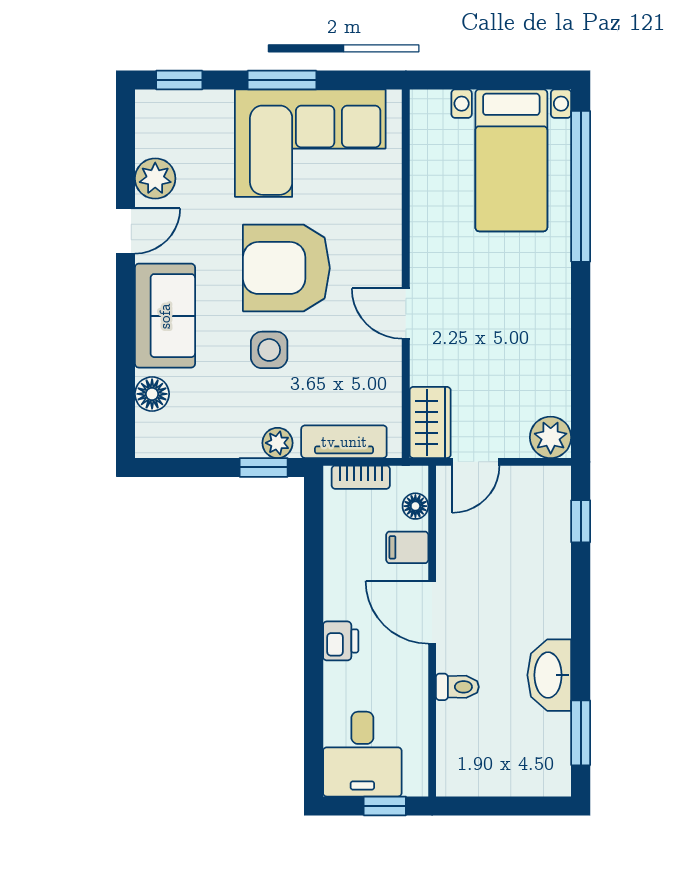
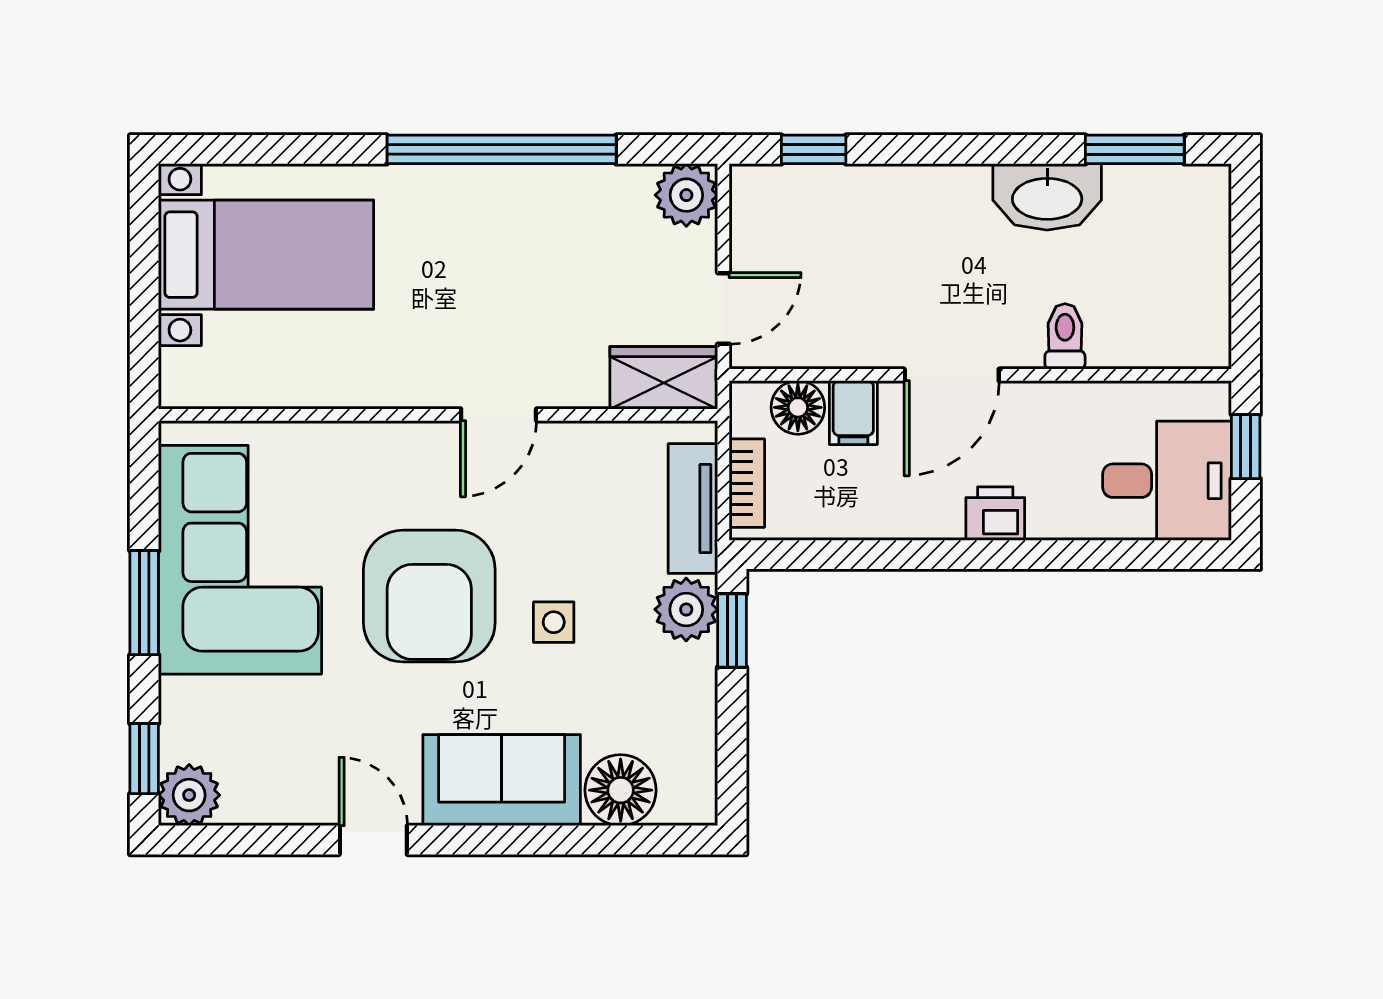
plant: (155, 178) -> (189, 795), moved
window: (581, 186) -> (502, 149), moved
side table: (269, 350) -> (554, 622), width x0.73, depth x0.73
floor lamp: (152, 394) -> (621, 790), width x1.38, depth x1.38
plant: (277, 443) -> (686, 609), width x1.38, depth x1.38
door: (476, 462) -> (723, 308), hinge flipped
floor lamp: (415, 506) -> (798, 407), width x1.37, depth x1.37

